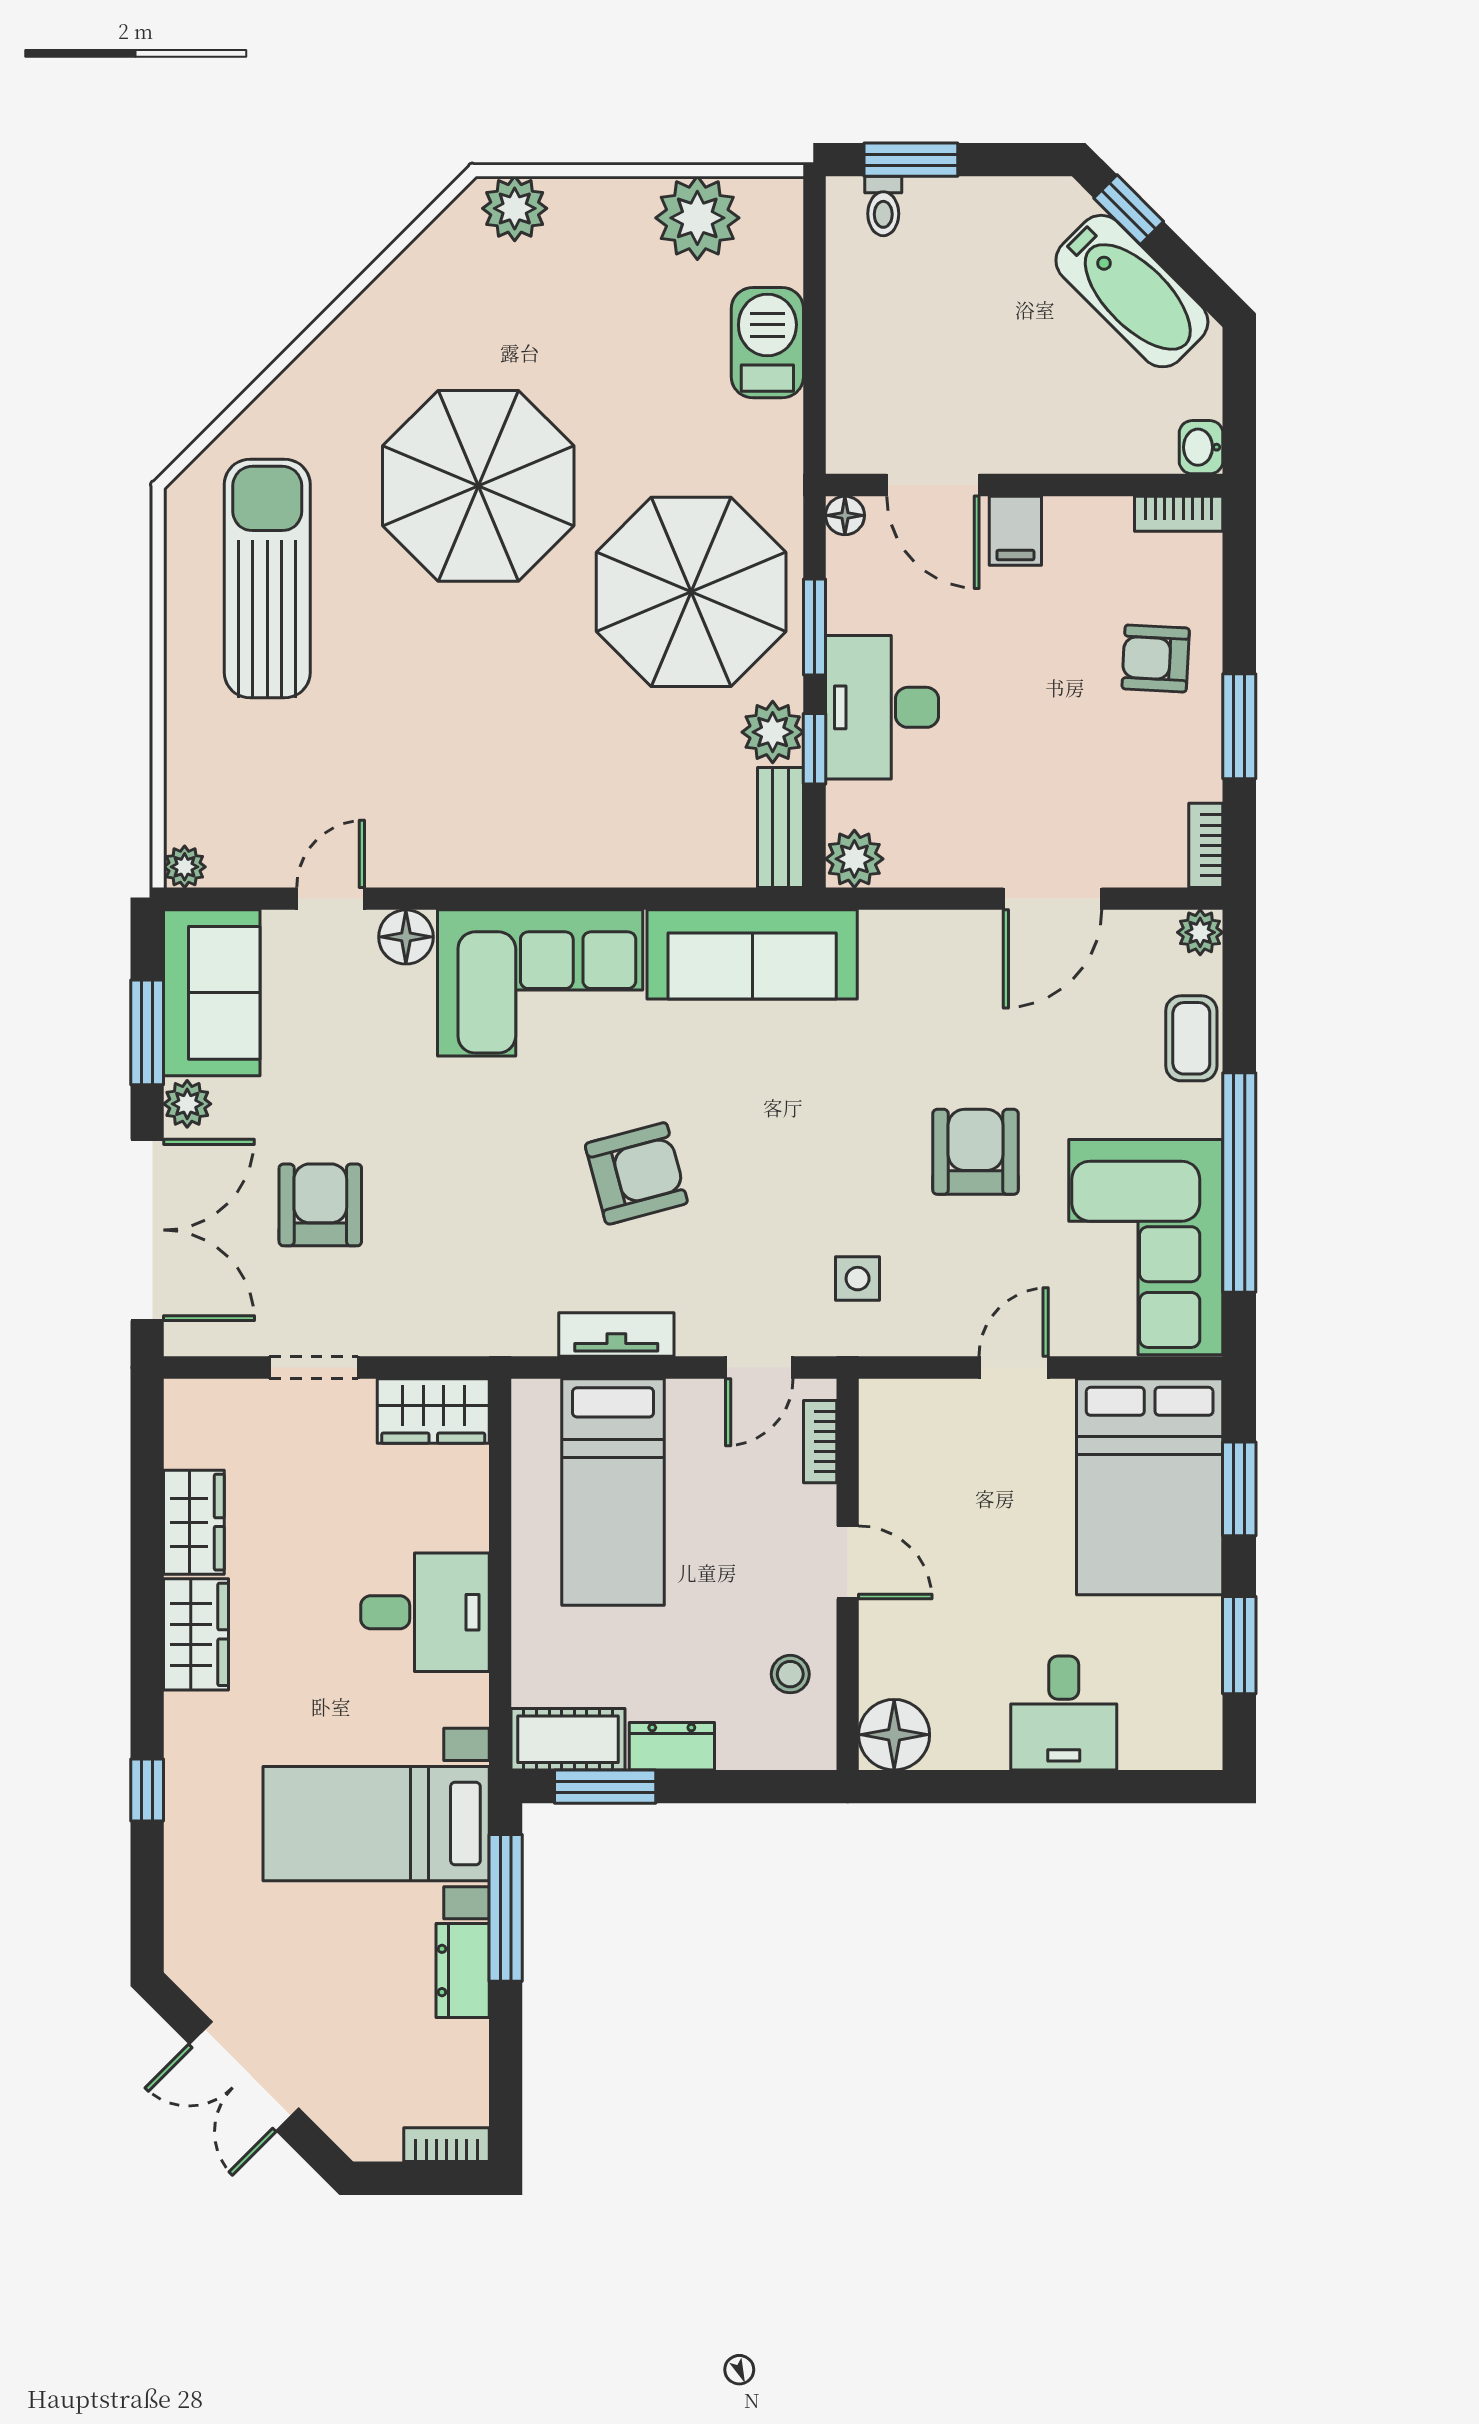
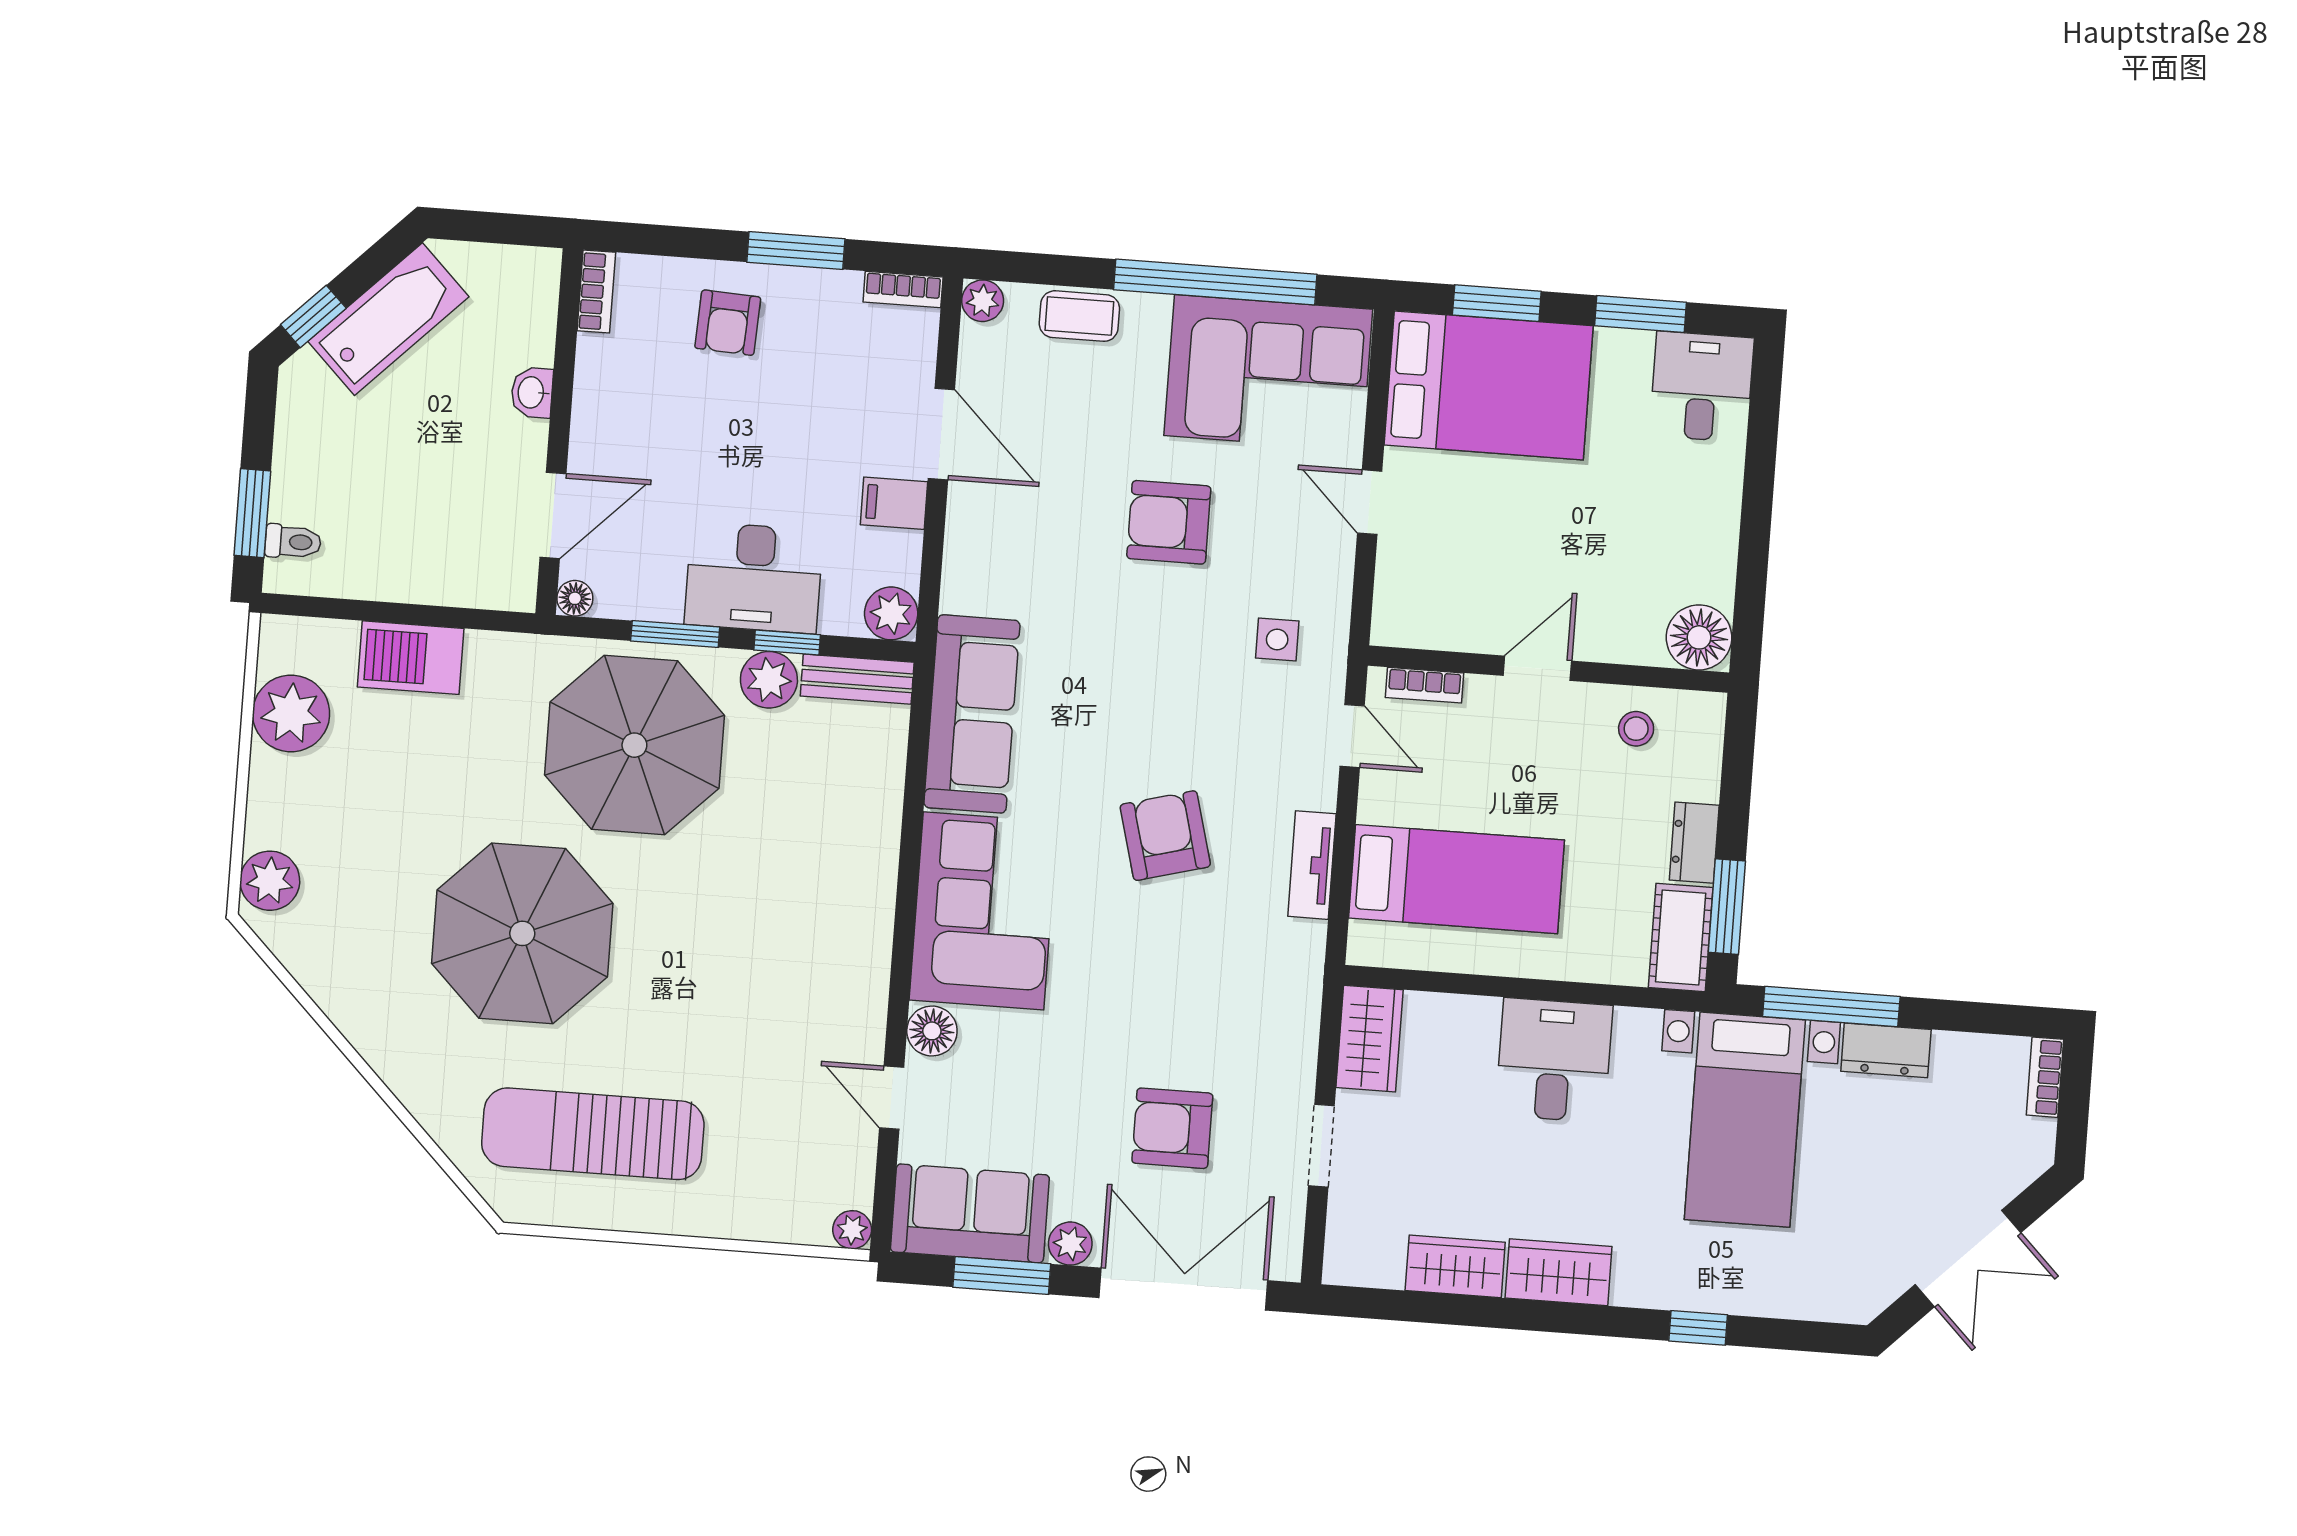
washbasin: (1201, 447) -> (532, 392), moved, turned 90
filing cabinet: (1015, 531) -> (894, 503), moved, turned 180
desk: (1064, 1713) -> (1702, 387), moved, turned -90

